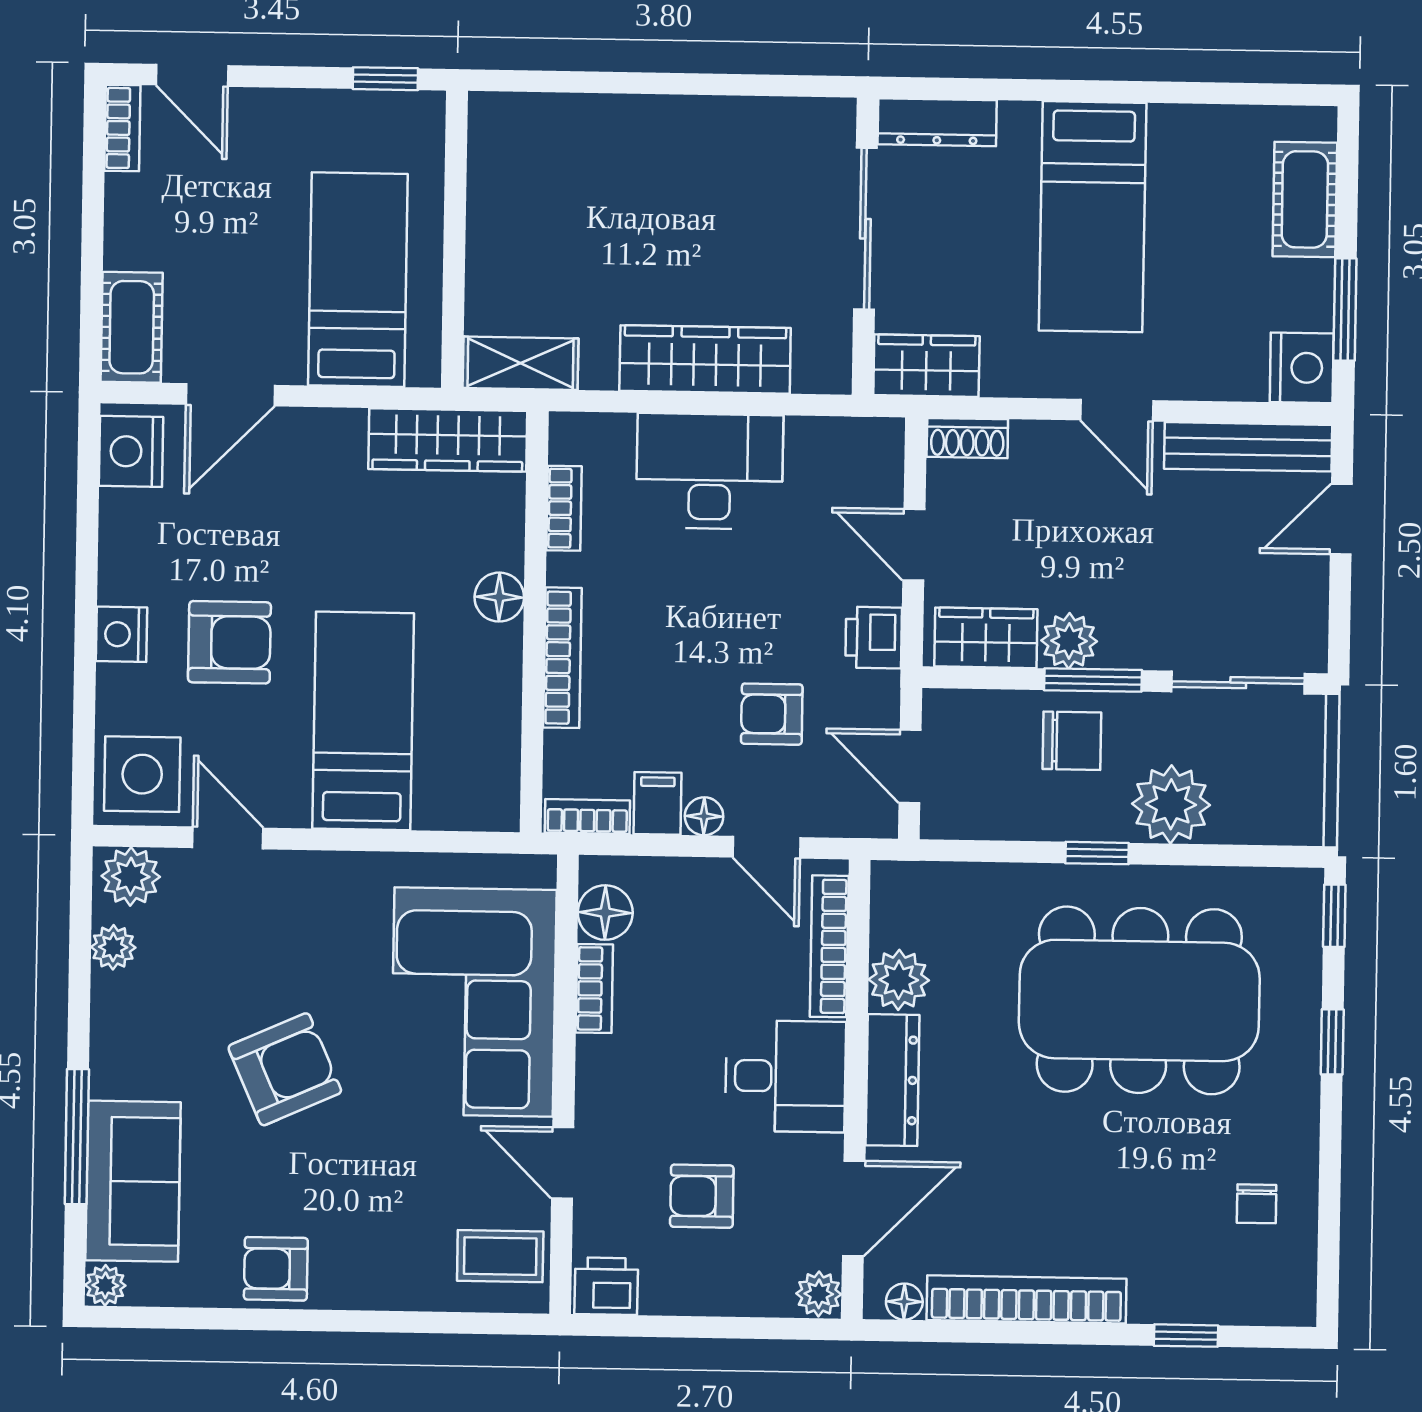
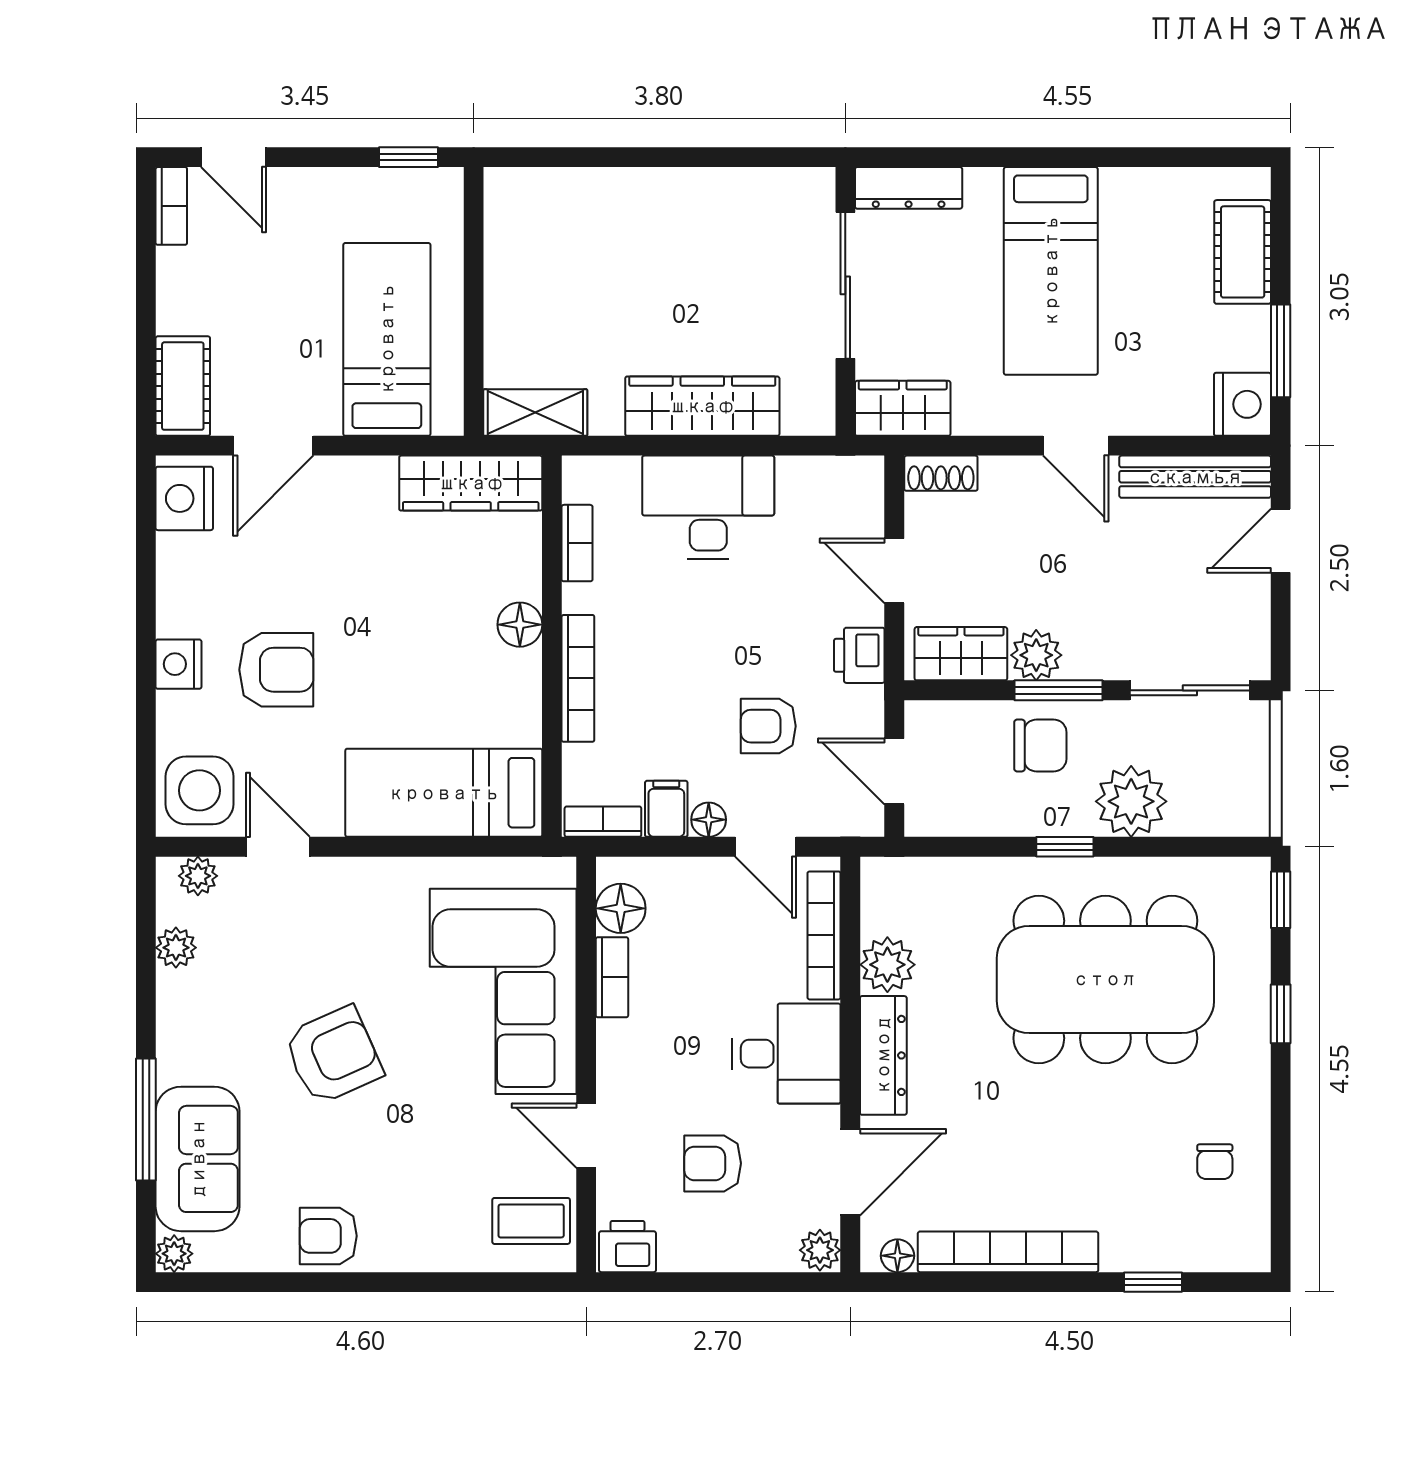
bed: (363, 721) -> (444, 793), moved, turned -90
plant: (131, 876) -> (198, 876), width x0.73, depth x0.73

